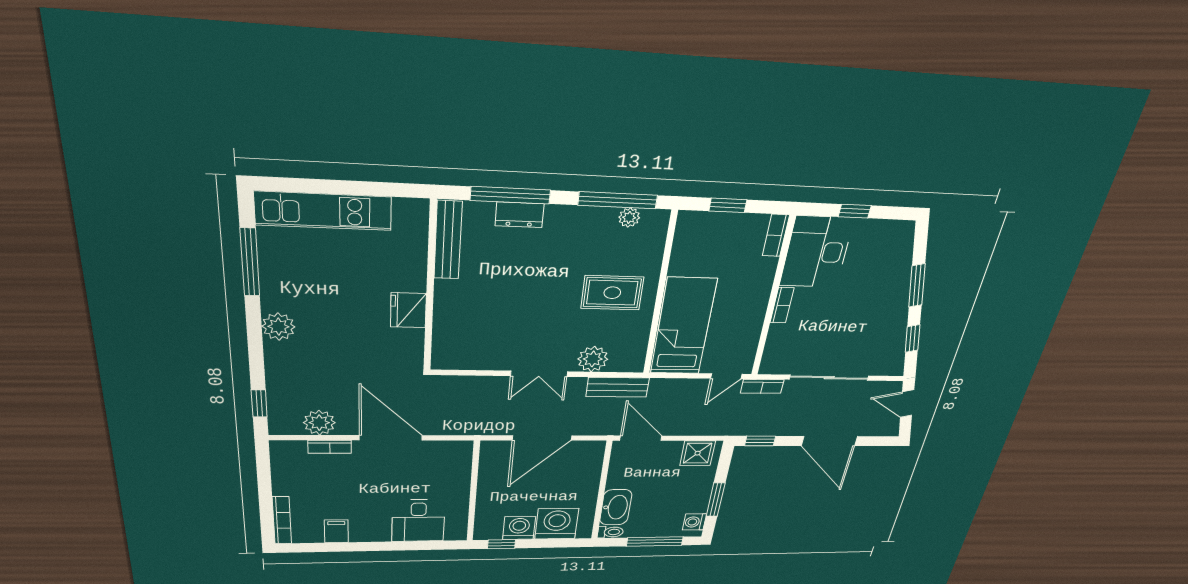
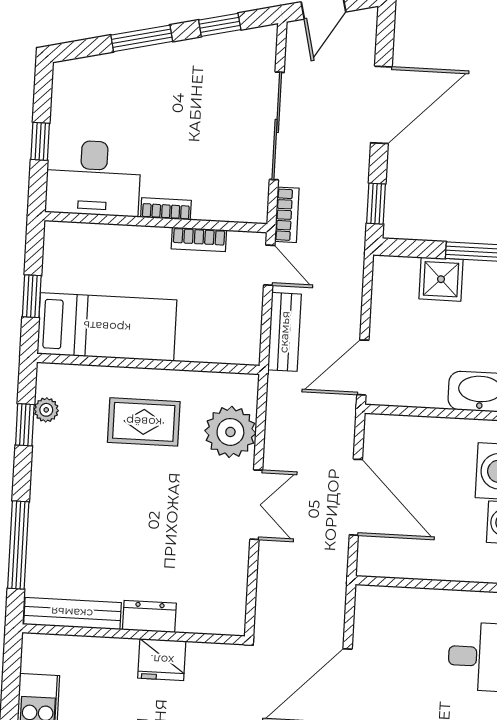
window: (618, 200) -> (25, 425), width x0.46
dresser: (519, 215) -> (149, 616), moved, turned -90
bookcase: (776, 235) -> (199, 239), moved
rug: (612, 293) -> (144, 422), turned 90
bed: (683, 327) -> (107, 327), moved, turned 180
plant: (593, 359) -> (230, 432), width x1.36, depth x1.36
bench: (618, 387) -> (284, 332), moved
shower: (698, 453) -> (441, 279), moved

